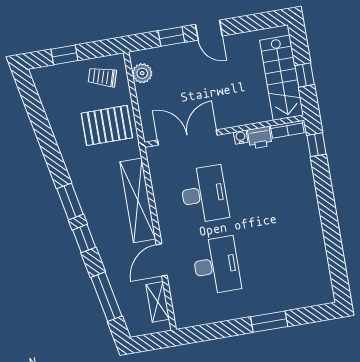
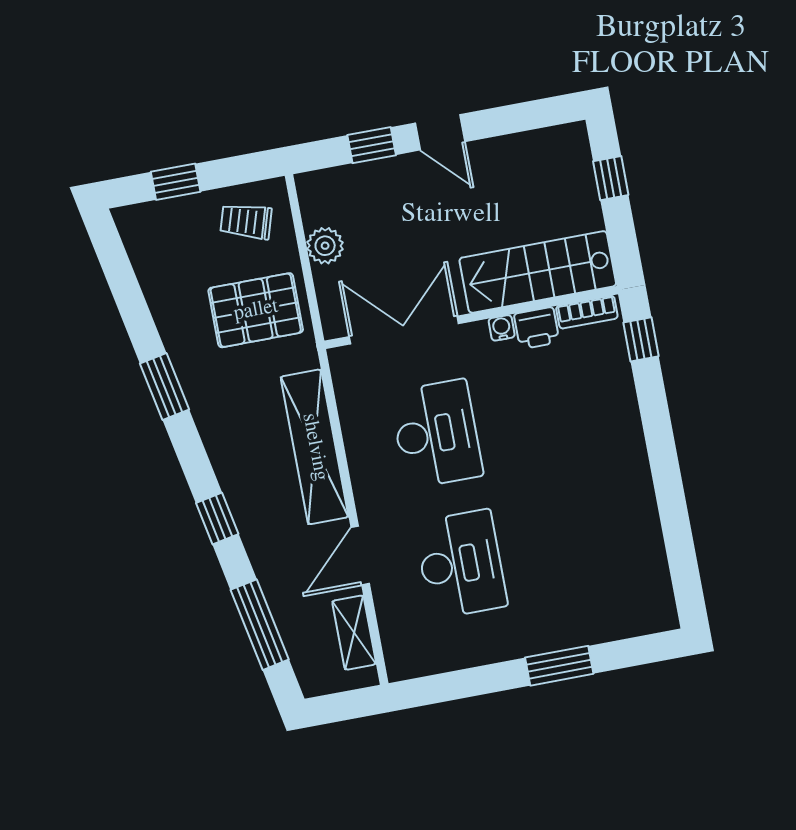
plant: (142, 73) -> (325, 246), moved
window: (305, 75) -> (611, 178), moved
stairs: (282, 78) -> (538, 272), moved, turned 90
window: (70, 201) -> (165, 386), moved

